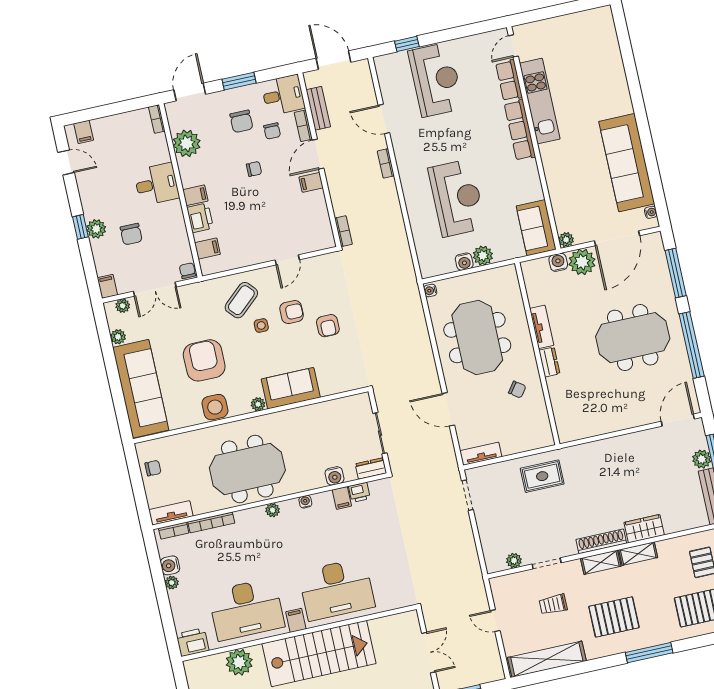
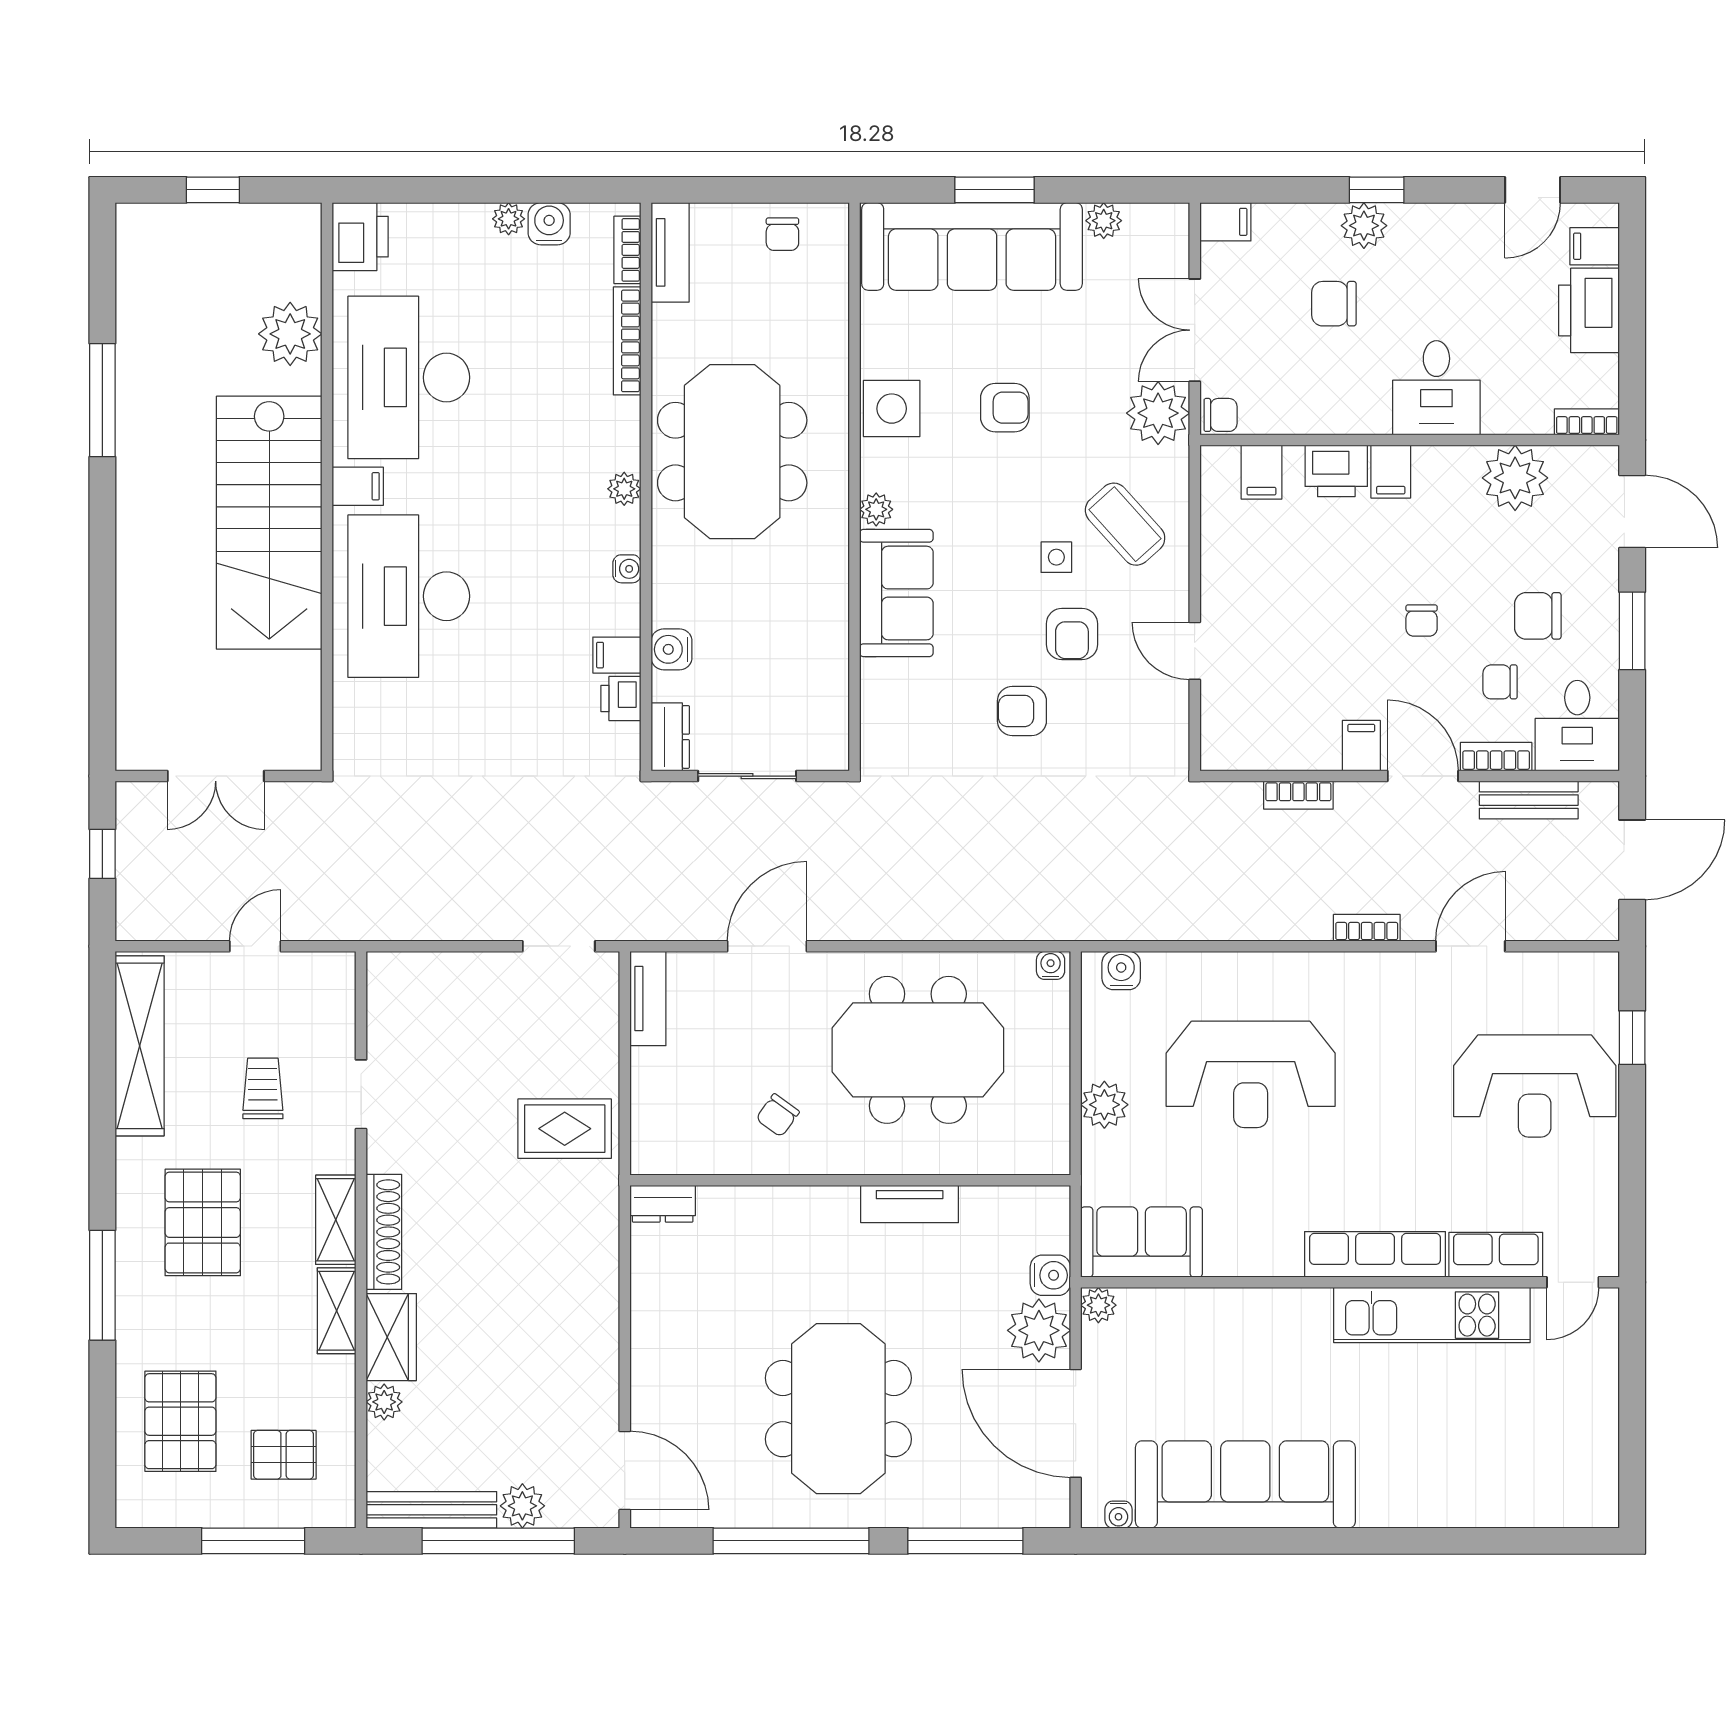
door: (513, 46) -> (1573, 1282), swing flipped
printer: (111, 128) -> (1589, 310), added
bookcase: (343, 231) -> (1298, 795), moved
water cooler: (464, 262) -> (1121, 971), moved, turned 90
plant: (123, 306) -> (1158, 413), moved, width x1.87, depth x1.87
armchair: (204, 360) -> (1005, 408), width x0.53, depth x0.53
dresser: (549, 362) -> (663, 1204), moved
window: (115, 385) -> (995, 190), added
rug: (542, 476) -> (565, 1129), turned 90
plant: (514, 561) -> (384, 1402), moved

